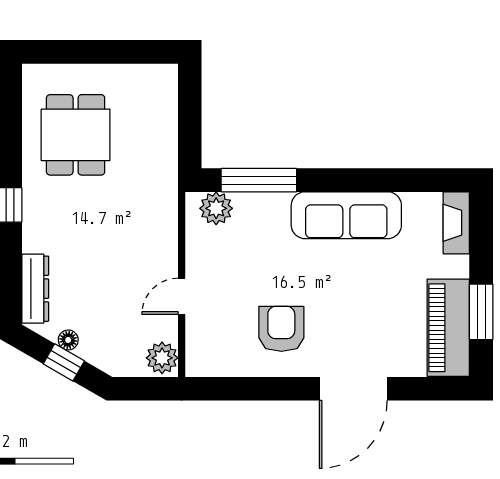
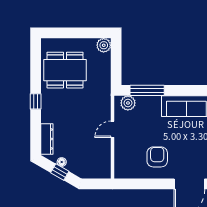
dining table: (76, 135) -> (65, 70), width x1.38
door: (182, 296) -> (112, 129), moved
plant: (162, 358) -> (104, 45), moved

